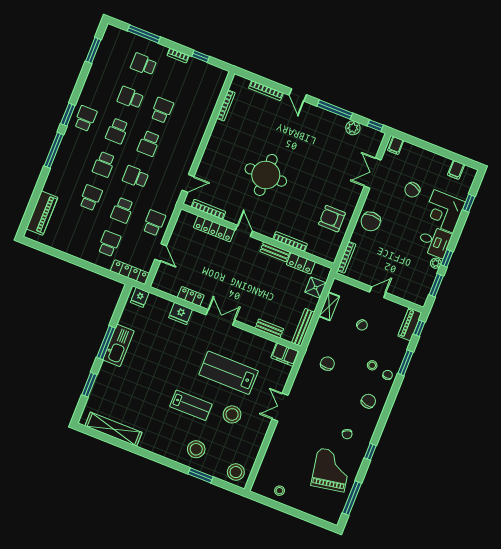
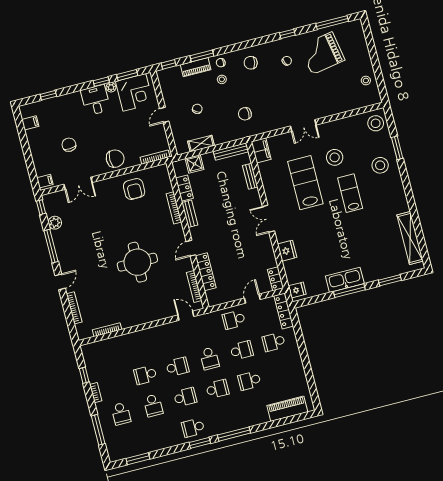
chair: (412, 190) -> (69, 145), turned -114
corner desk: (444, 211) -> (134, 92), moved
door: (378, 292) -> (164, 115), hinge flipped
locker: (191, 296) -> (276, 279), moved
piano: (410, 324) -> (196, 67), moved
lab bench: (229, 373) -> (305, 183), turned 180

